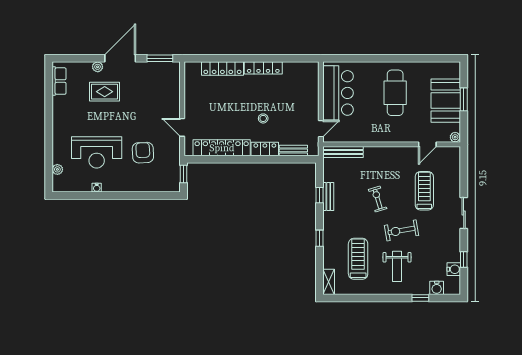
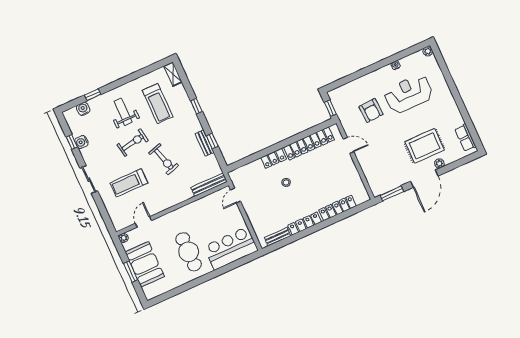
rug: (105, 92) -> (425, 146), width x1.36, depth x1.43
bar counter: (338, 93) -> (231, 248), moved, turned 90
bench: (293, 150) -> (277, 237), moved
plant: (57, 169) -> (428, 51), moved
treadmill: (424, 191) -> (129, 183), turned 90
exercise bike: (378, 199) -> (164, 159), width x1.38, depth x1.39
water cooler: (454, 269) -> (81, 142), moved

